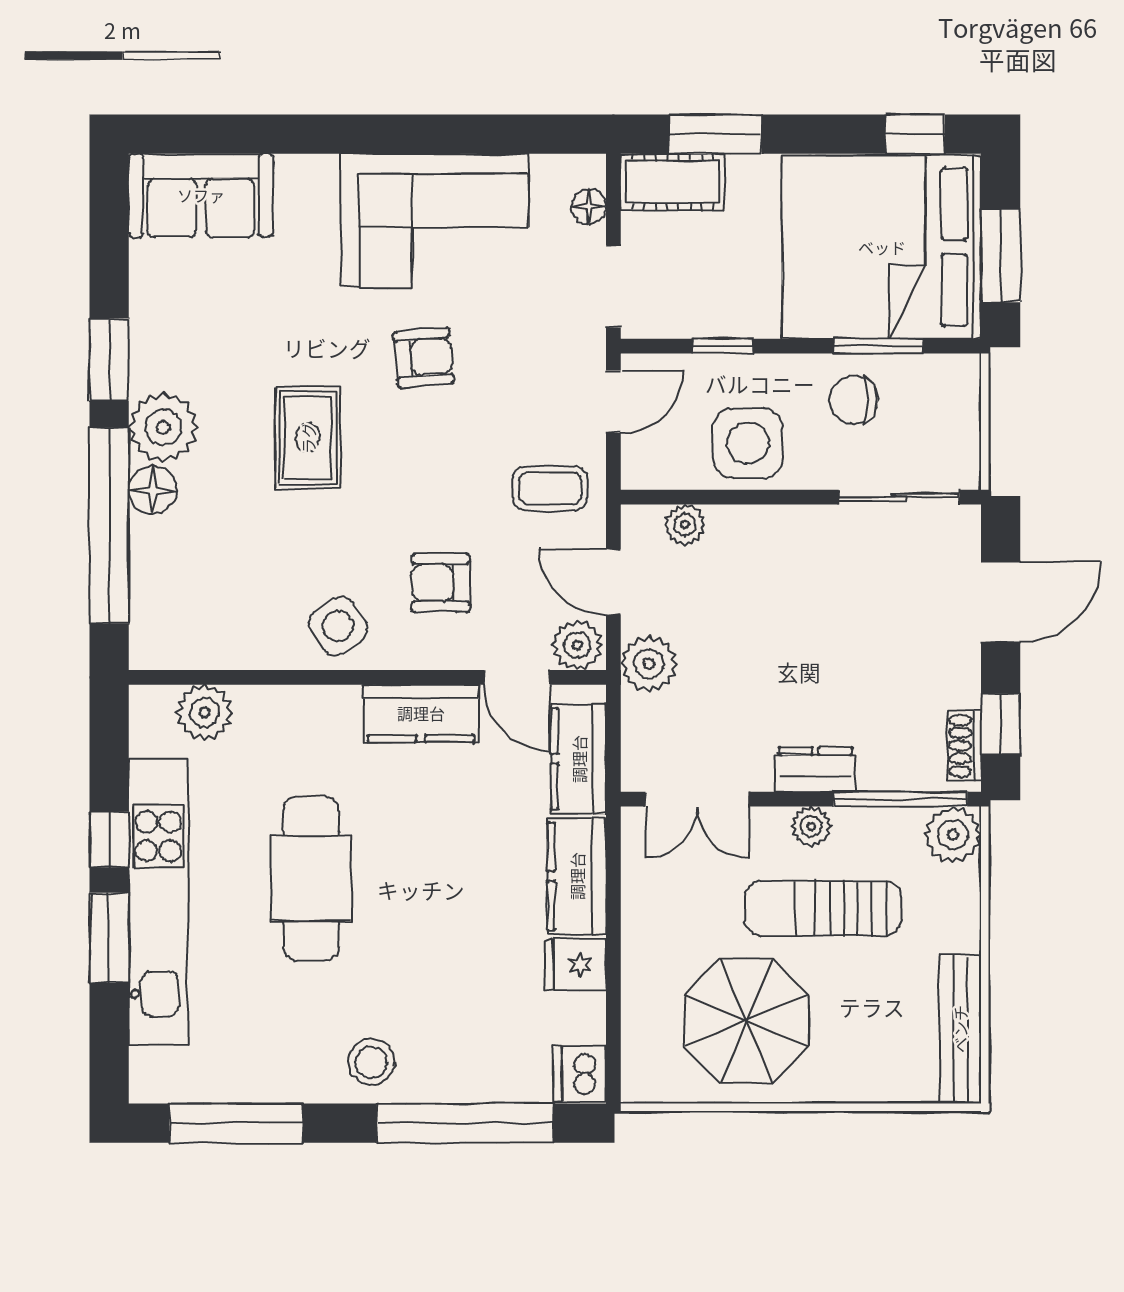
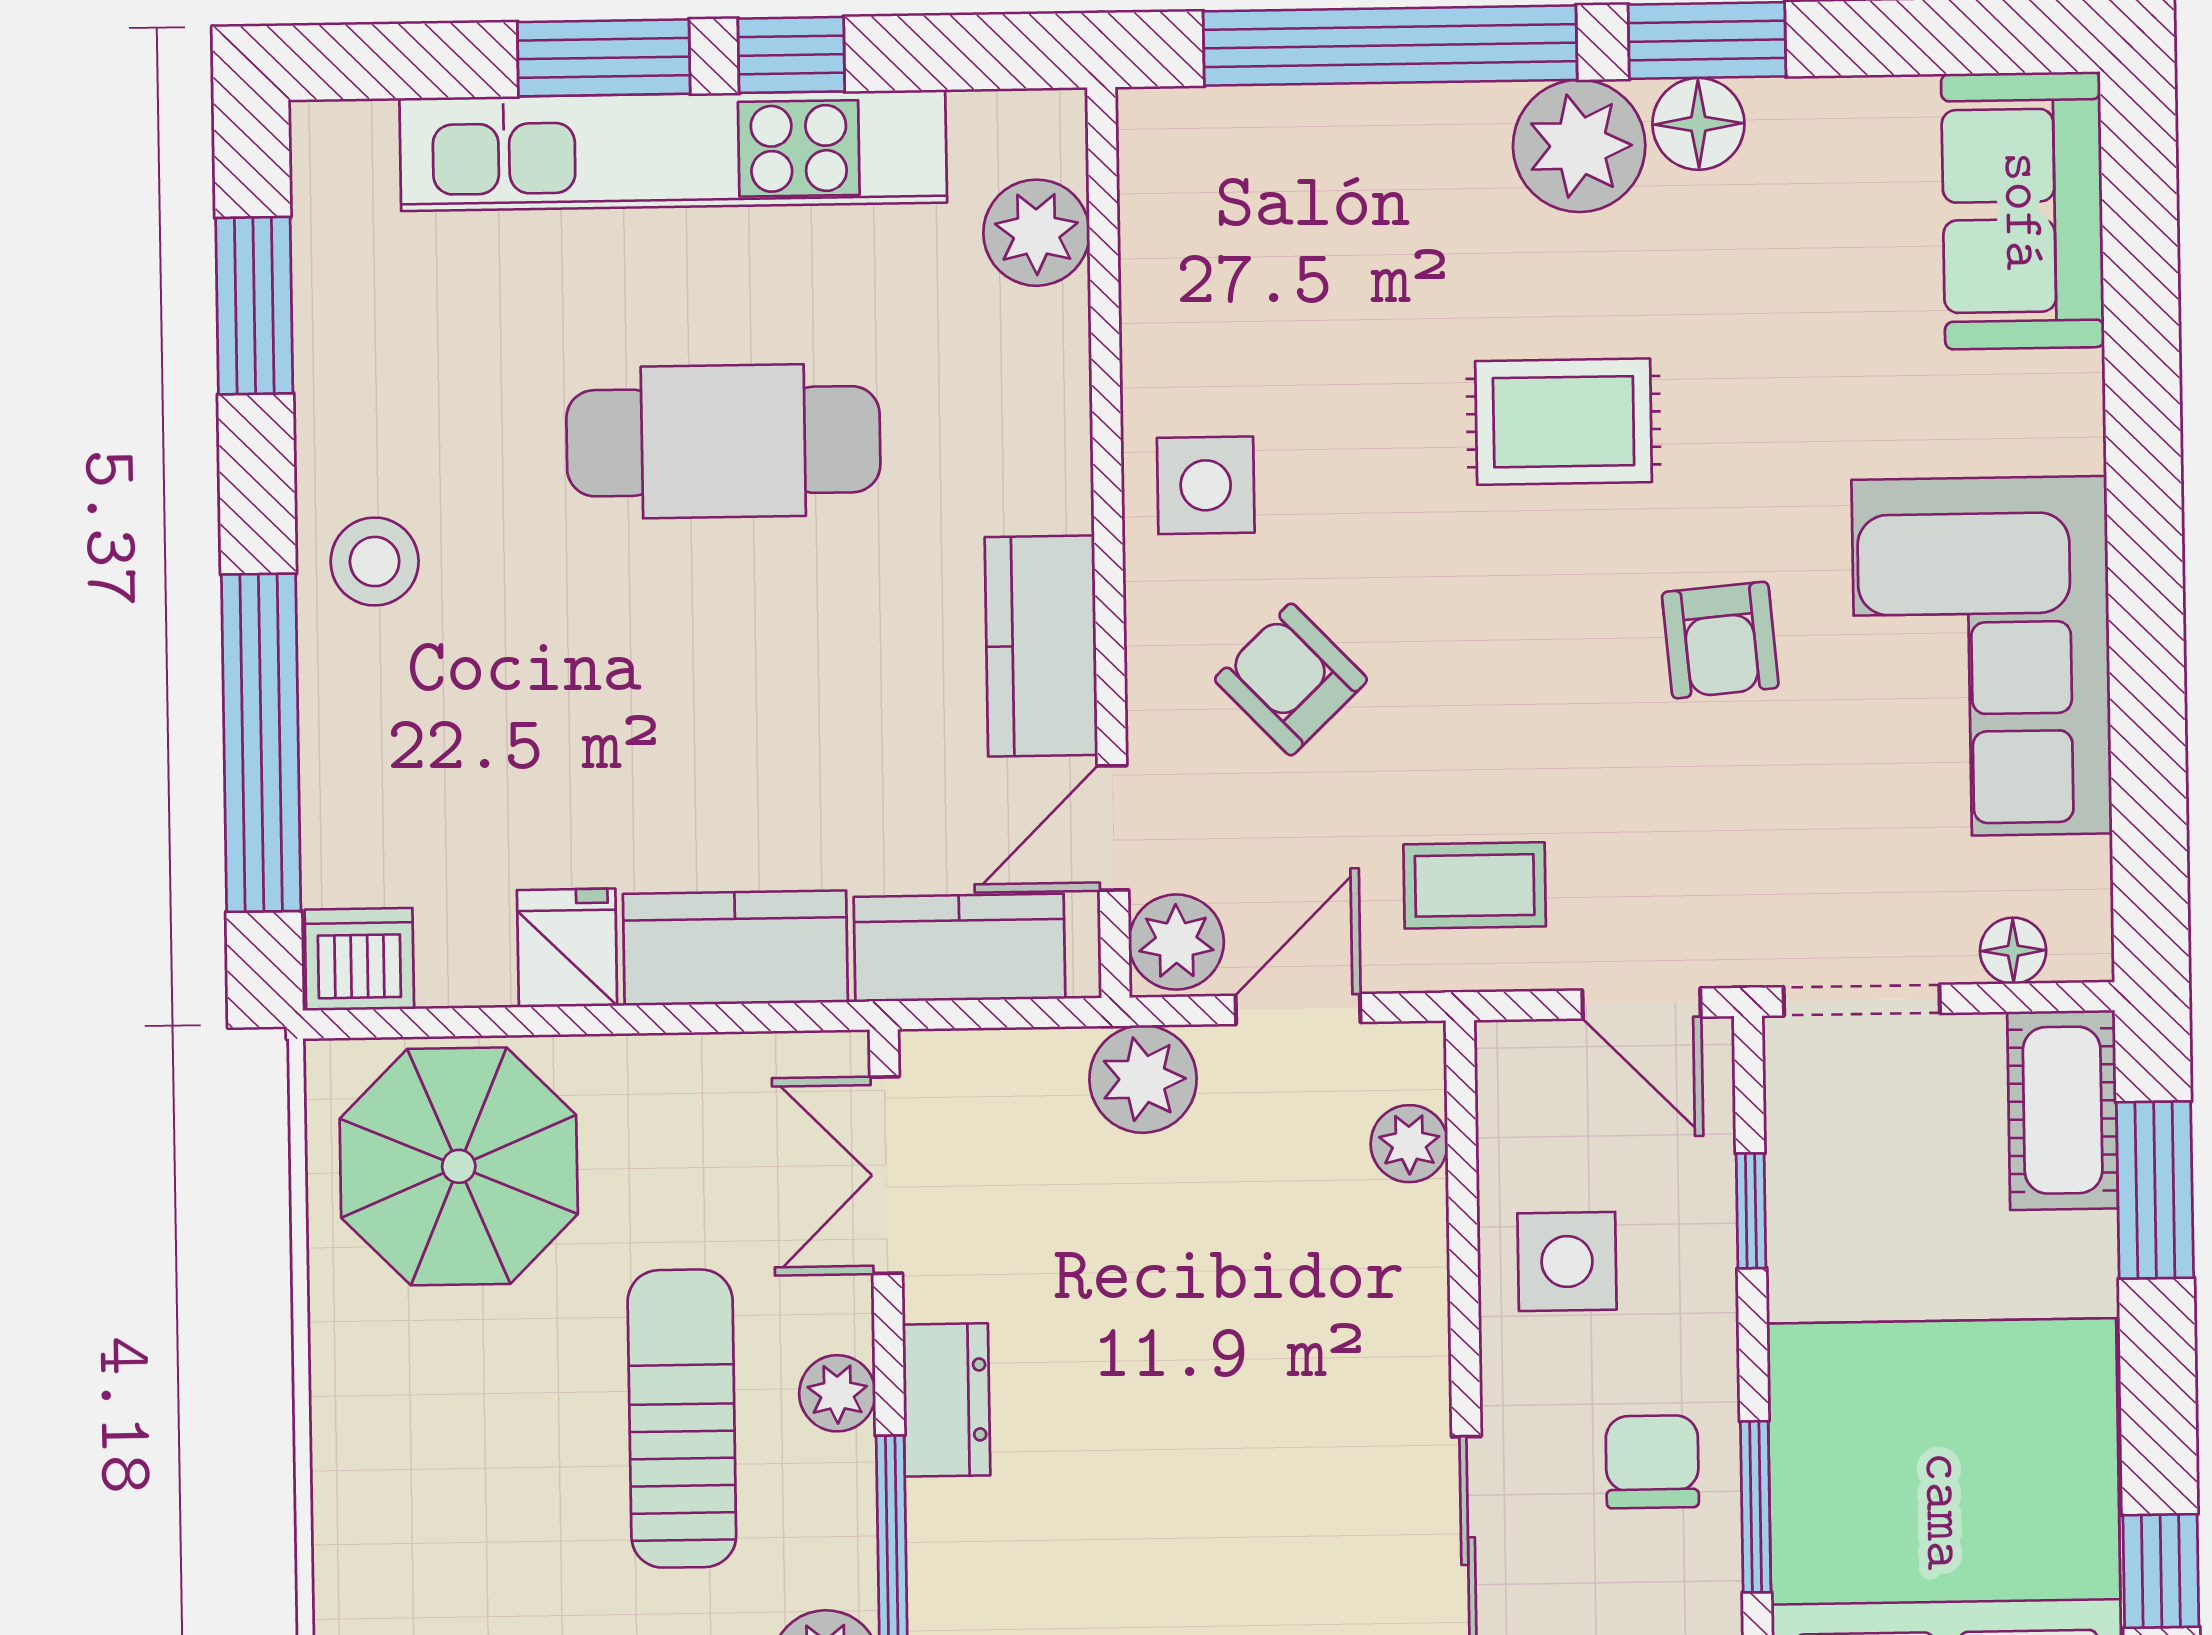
side table: (748, 443) -> (1567, 1261), width x0.73, depth x0.73
coffee table: (550, 488) -> (1475, 885), turned 90
floor lamp: (153, 490) -> (1698, 124), moved
armchair: (441, 583) -> (1291, 679), turned -44
side table: (338, 626) -> (1206, 485), turned 32
parasol: (746, 1021) -> (459, 1166), moved
window: (236, 1123) -> (254, 306), width x0.69

